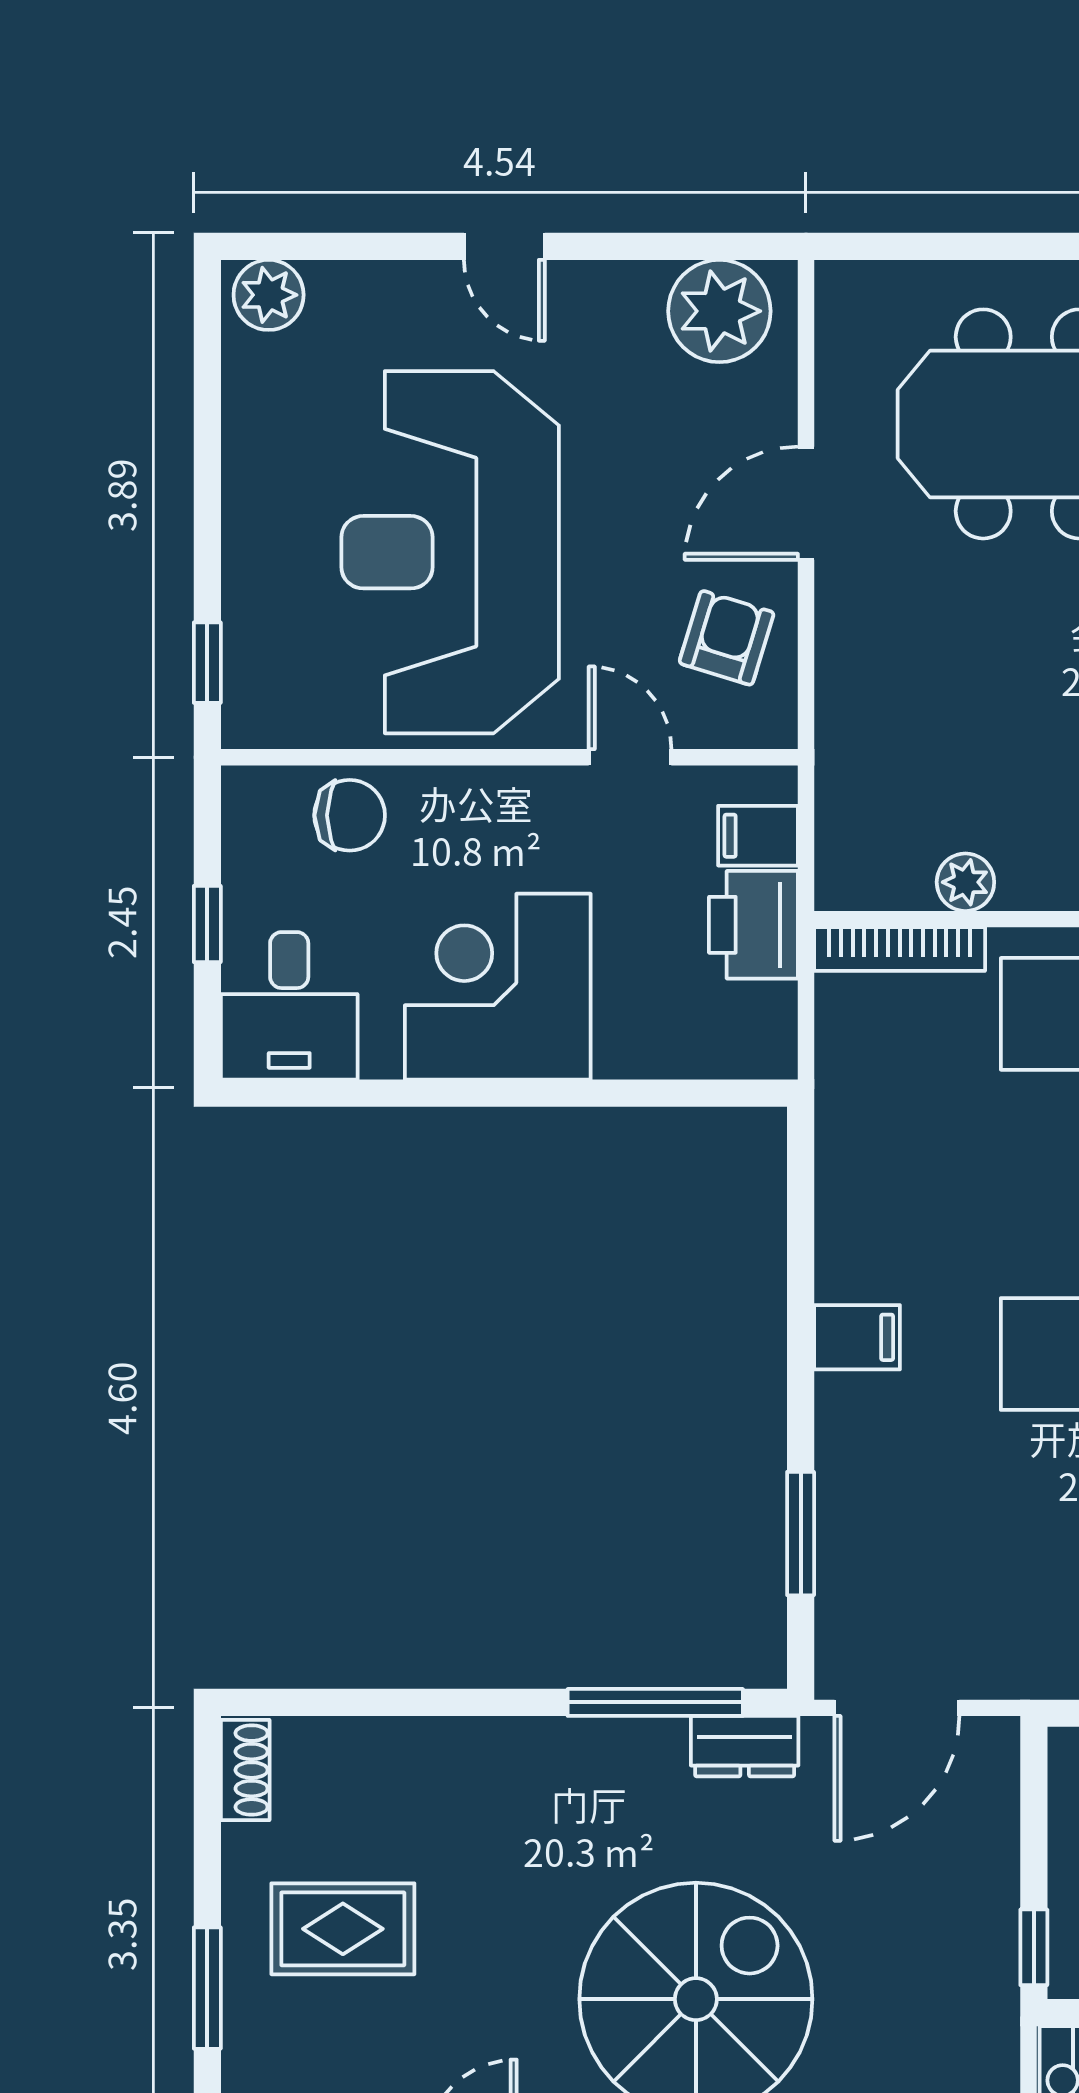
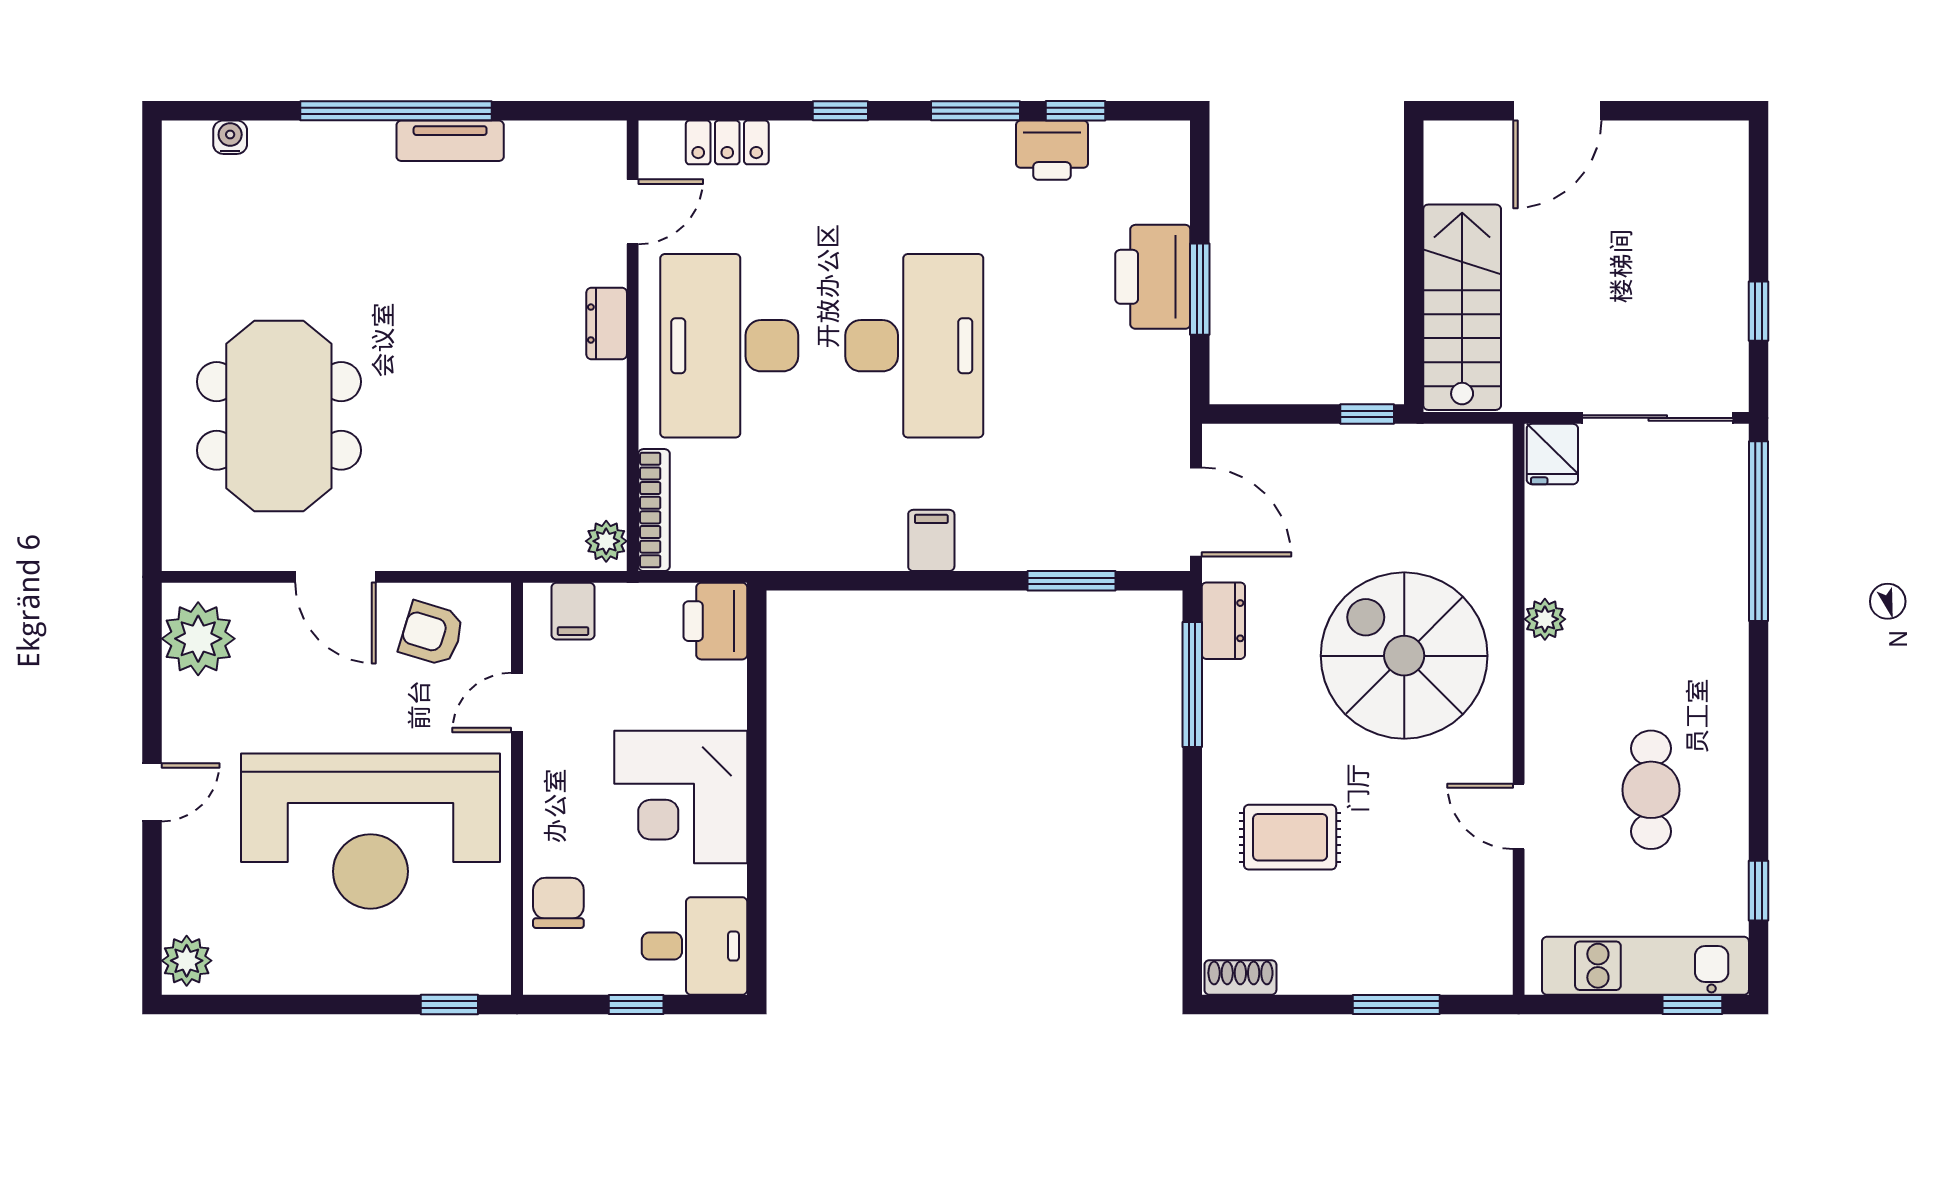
plant: (965, 882) -> (606, 541), moved
printer: (753, 925) -> (715, 621), moved, turned 90
rug: (343, 1929) -> (1290, 837), moved, turned 90

